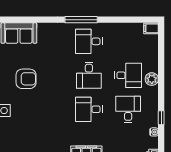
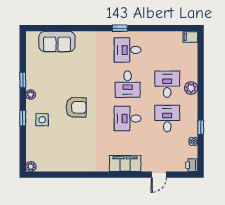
window: (81, 20) -> (120, 28), width x0.46
desk: (128, 75) -> (167, 84), turned -90
armchair: (26, 79) -> (76, 107), moved

